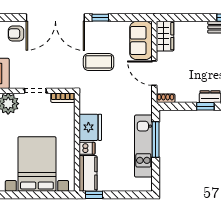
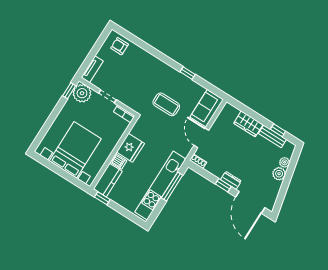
double door: (55, 18) -> (155, 53), removed
wardrobe: (165, 36) -> (248, 124), moved, turned 90
kitchen unit: (143, 146) -> (160, 186), width x1.36

